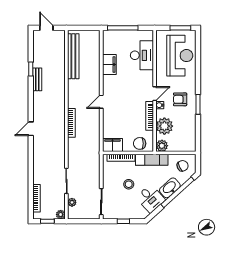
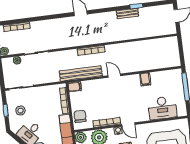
bench: (73, 56) -> (81, 73), moved
filing cabinet: (109, 65) -> (145, 79), width x0.50
filing cabinet: (112, 145) -> (75, 87), width x0.50
stool: (129, 184) -> (21, 111), moved

